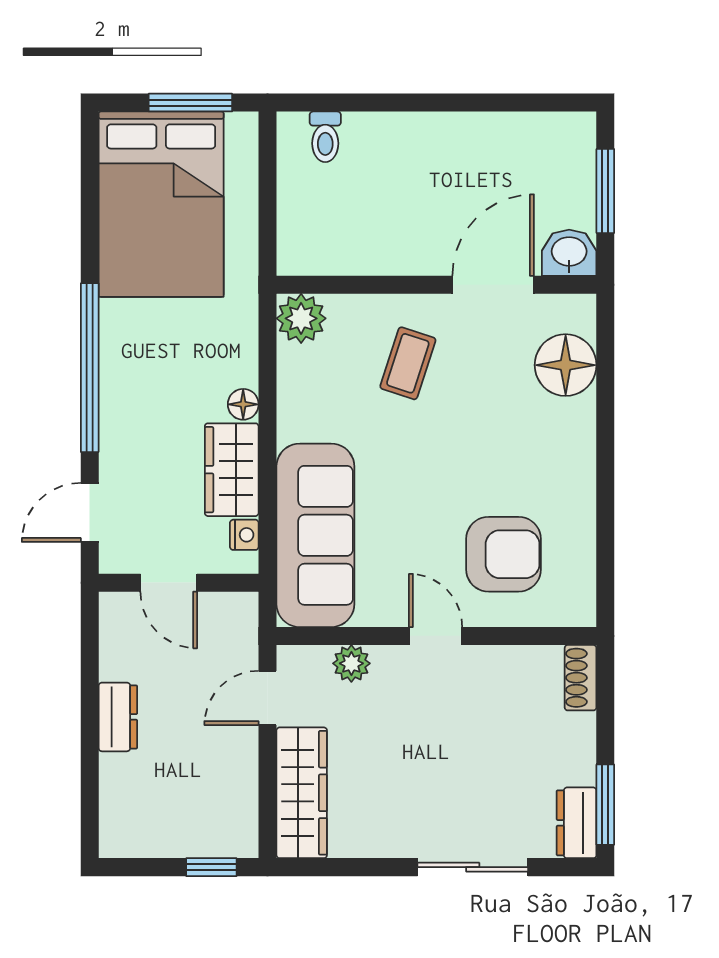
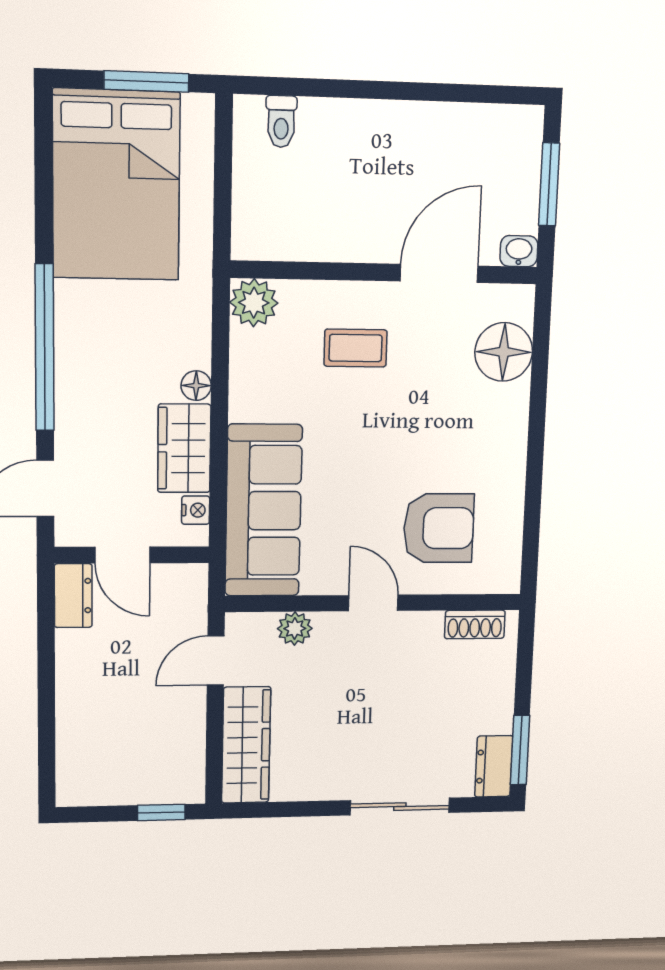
washbasin: (569, 253) -> (519, 251), width x0.72, depth x0.69
coffee table: (408, 363) -> (356, 348), turned 72
shoe rack: (581, 678) -> (475, 624), moved, turned -90
dresser: (118, 717) -> (73, 596), moved

